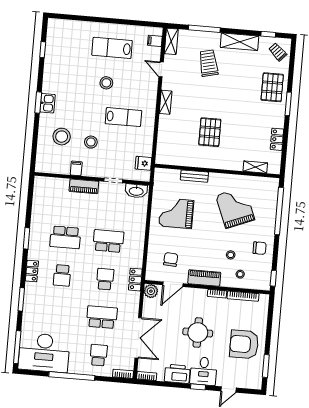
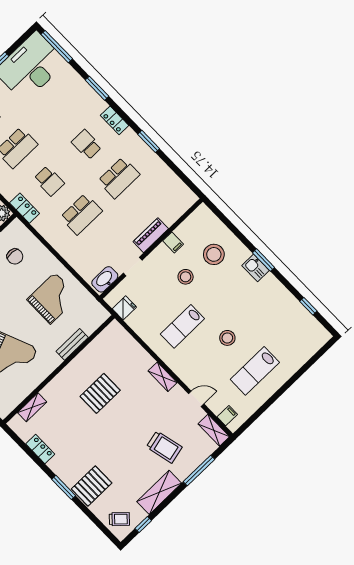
lab bench: (112, 48) -> (255, 371), turned 180
pallet: (272, 87) -> (92, 486), turned 90
pallet: (210, 132) -> (100, 393), turned 90
school desk: (65, 237) -> (119, 178), turned 180

